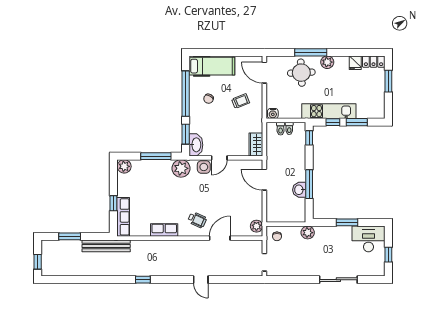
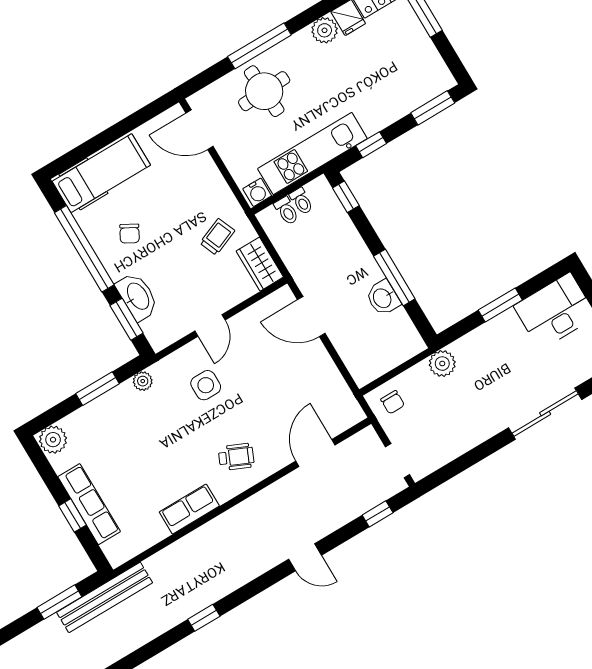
plant: (327, 62) -> (325, 30), moved
trolley: (241, 101) -> (217, 237), moved
kitchen unit: (329, 111) -> (312, 154), moved
window: (357, 122) -> (433, 108), moved
washbasin: (196, 145) -> (137, 297), moved
window: (156, 156) -> (98, 389), width x0.69
side table: (204, 167) -> (206, 385), moved
plant: (181, 168) -> (143, 381), width x0.53, depth x0.53
row of seats: (123, 217) -> (89, 504), moved
plant: (256, 226) -> (346, 406), removed
window: (70, 236) -> (59, 602), moved
door: (220, 238) -> (315, 453), moved
window: (242, 280) -> (378, 514), added

